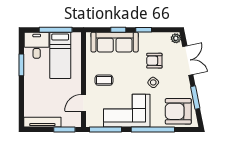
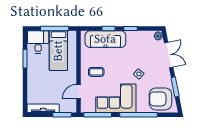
armchair: (154, 61) -> (140, 55), removed

